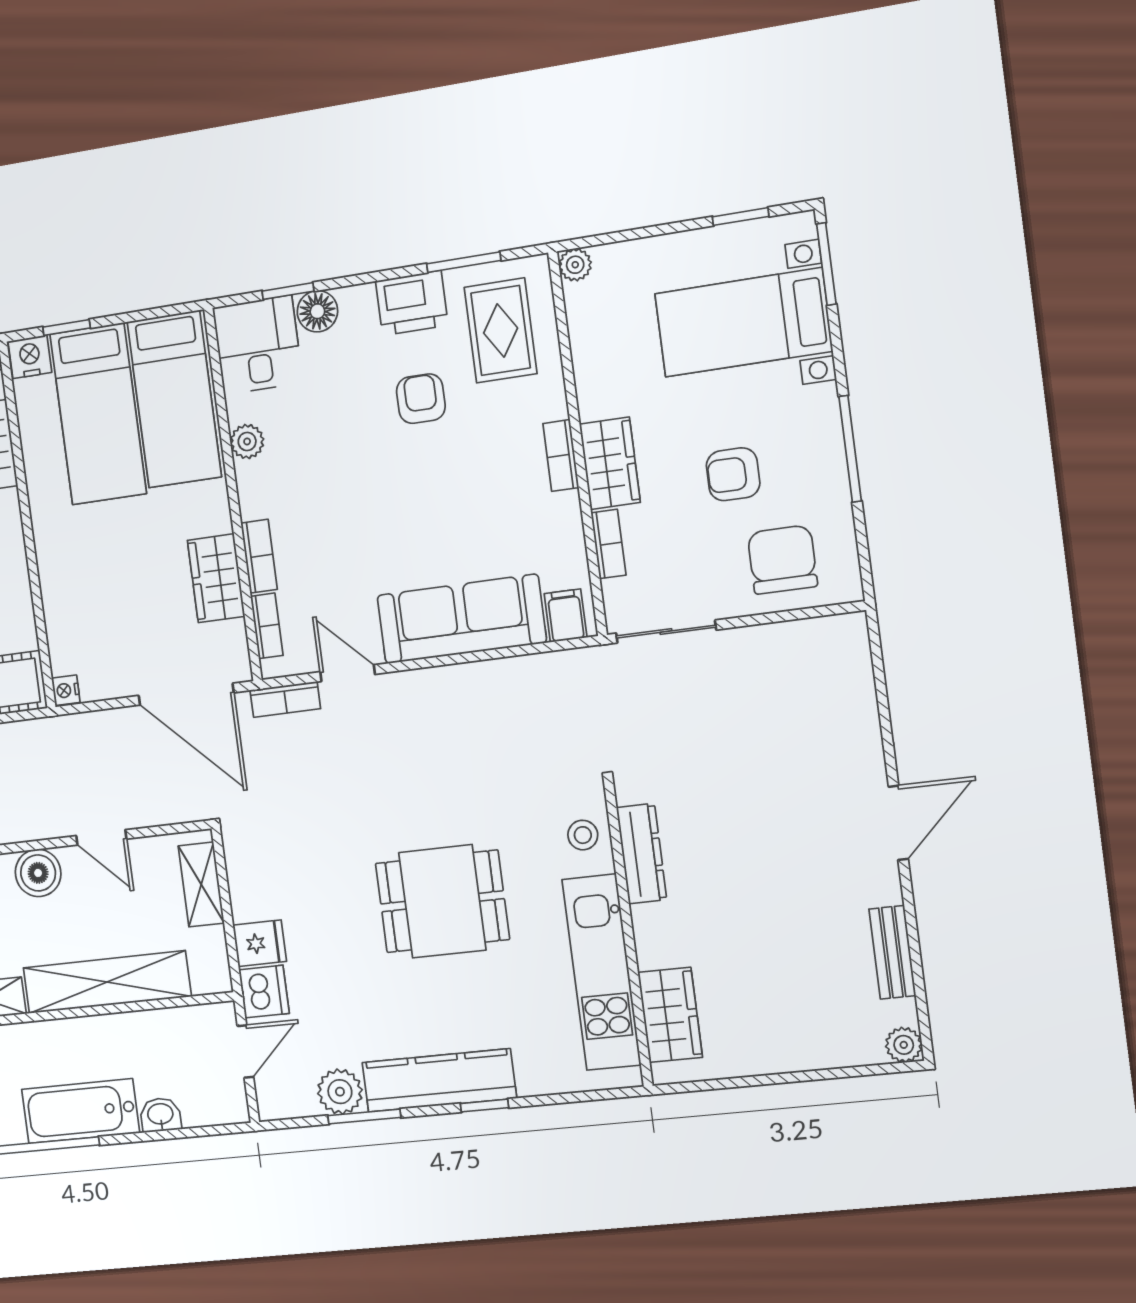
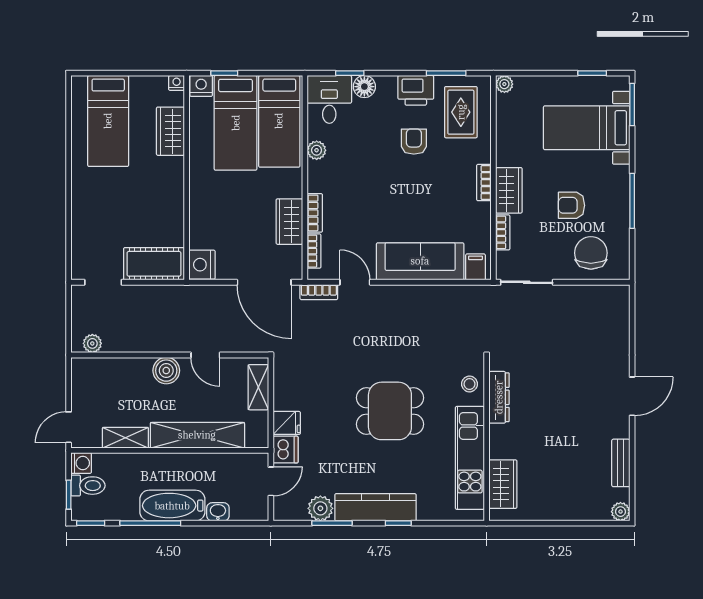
nightstand: (66, 690) -> (202, 265), width x1.89, depth x1.79

